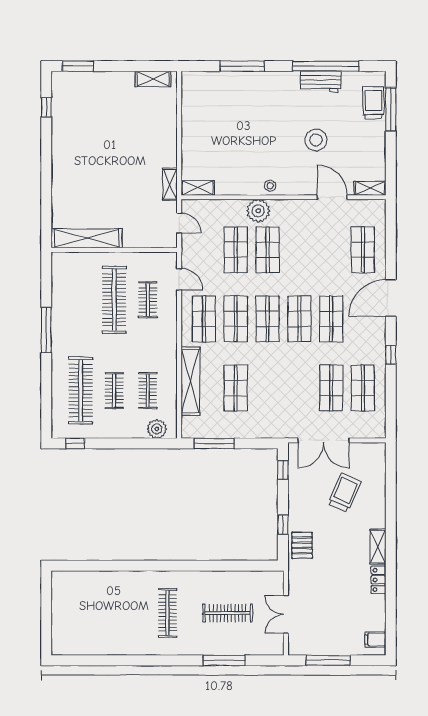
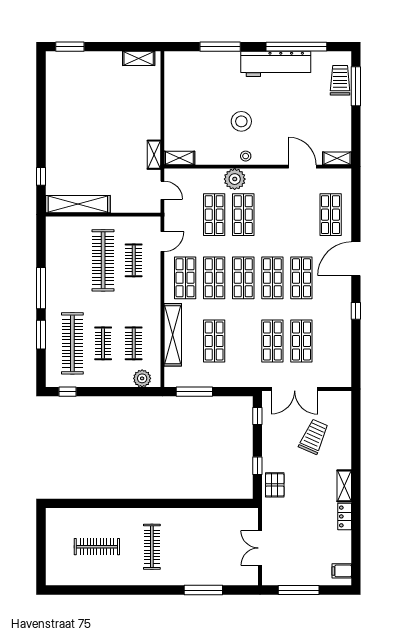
workbench: (321, 82) -> (276, 64), width x1.88, depth x1.32
window: (46, 107) -> (41, 176), moved
stool: (316, 140) -> (241, 121), moved
door: (179, 279) -> (162, 242), hinge flipped
window: (46, 381) -> (41, 335), added
shop shelf: (363, 388) -> (272, 341), moved
clothes rail: (228, 613) -> (97, 547), moved

